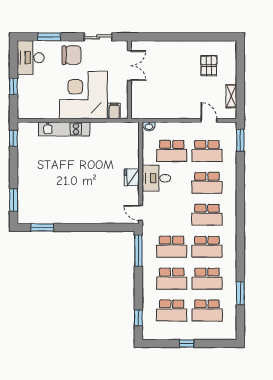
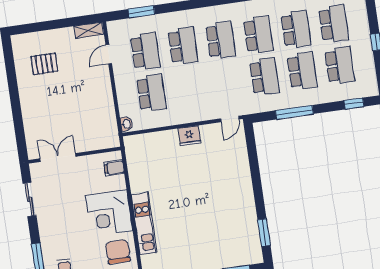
chair: (72, 55) -> (118, 252), moved
corner desk: (83, 95) -> (109, 213), width x0.74, depth x0.74
shelving: (231, 96) -> (88, 30), moved
window: (240, 140) -> (141, 12), moved
desk: (156, 178) -> (186, 106), removed
window: (138, 251) -> (294, 112), moved

